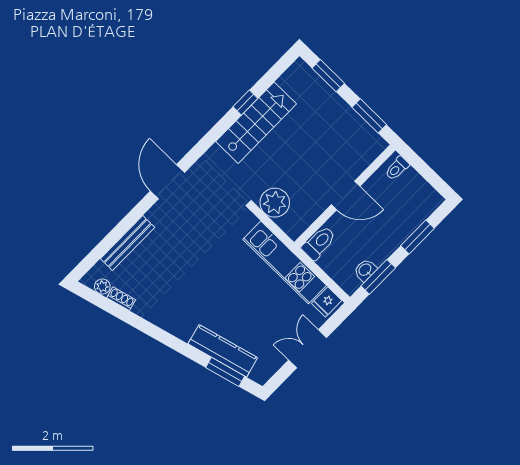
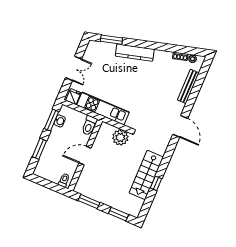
kitchen counter: (223, 351) -> (135, 53), moved

